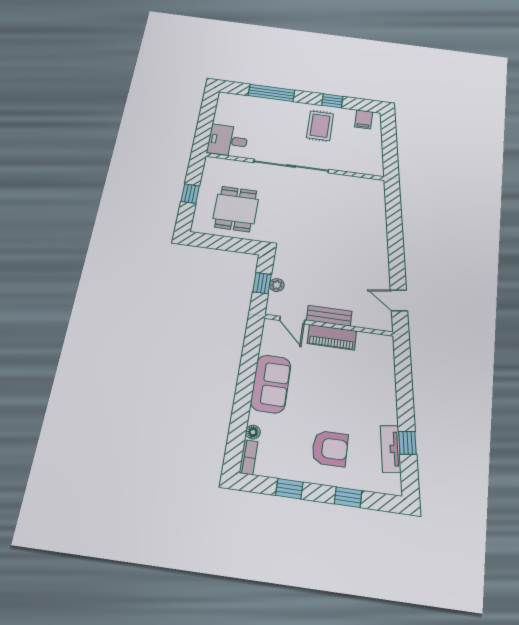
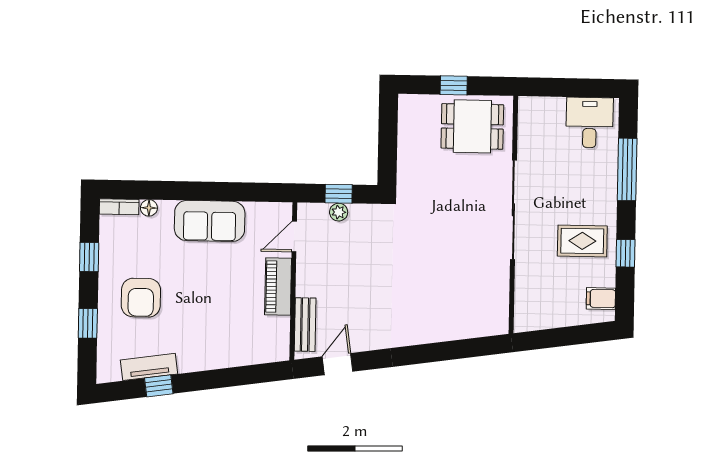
desk: (228, 140) -> (590, 122), moved
dining table: (236, 209) -> (472, 126), moved
bench: (329, 316) -> (305, 325), moved

